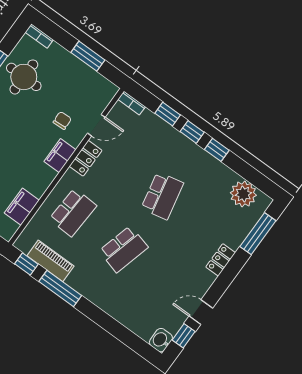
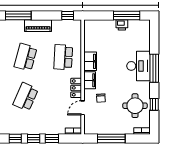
window: (88, 56) -> (111, 138), width x1.44
school desk: (162, 196) -> (26, 97), turned 36
filing cabinet: (22, 207) -> (90, 61), moved
piano: (51, 261) -> (38, 26), moved
window: (60, 289) -> (18, 16), moved

